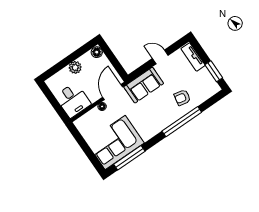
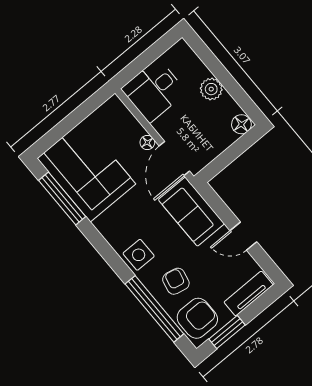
door: (160, 57) -> (243, 236), swing flipped
armchair: (204, 87) -> (197, 318), added
door: (113, 92) -> (174, 159), swing flipped
side table: (165, 117) -> (139, 255), added
window: (182, 122) -> (154, 309), moved

